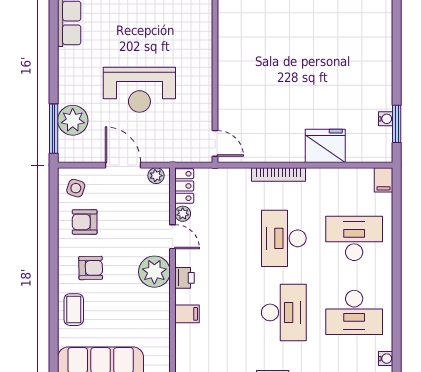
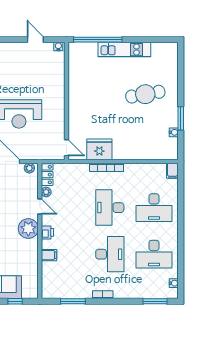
cafe table: (340, 58) -> (145, 94), added
window: (397, 124) -> (181, 118), moved
fridge: (325, 146) -> (99, 149), moved
desk: (354, 238) -> (154, 208), turned 180

